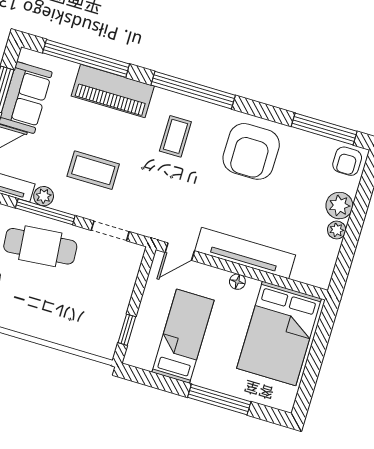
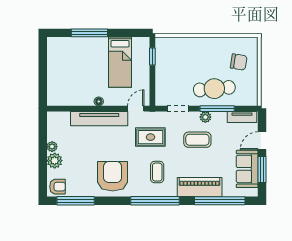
armchair: (347, 161) -> (58, 187), turned 90
plant: (44, 196) -> (205, 117), moved
rug: (169, 198) -> (150, 137), added
bed: (279, 333) -> (67, 80), removed

